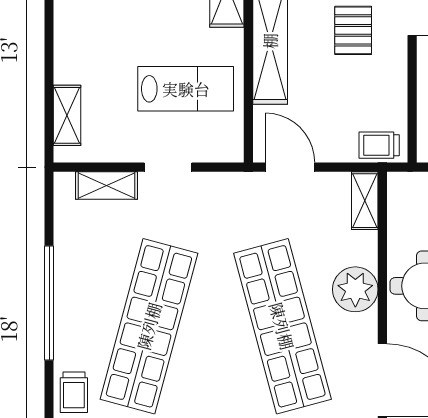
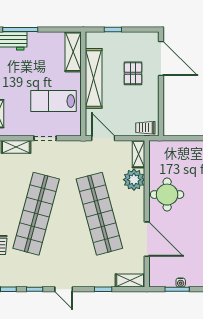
lab bench: (186, 89) -> (54, 101), turned 180
plant: (355, 289) -> (134, 180), moved

